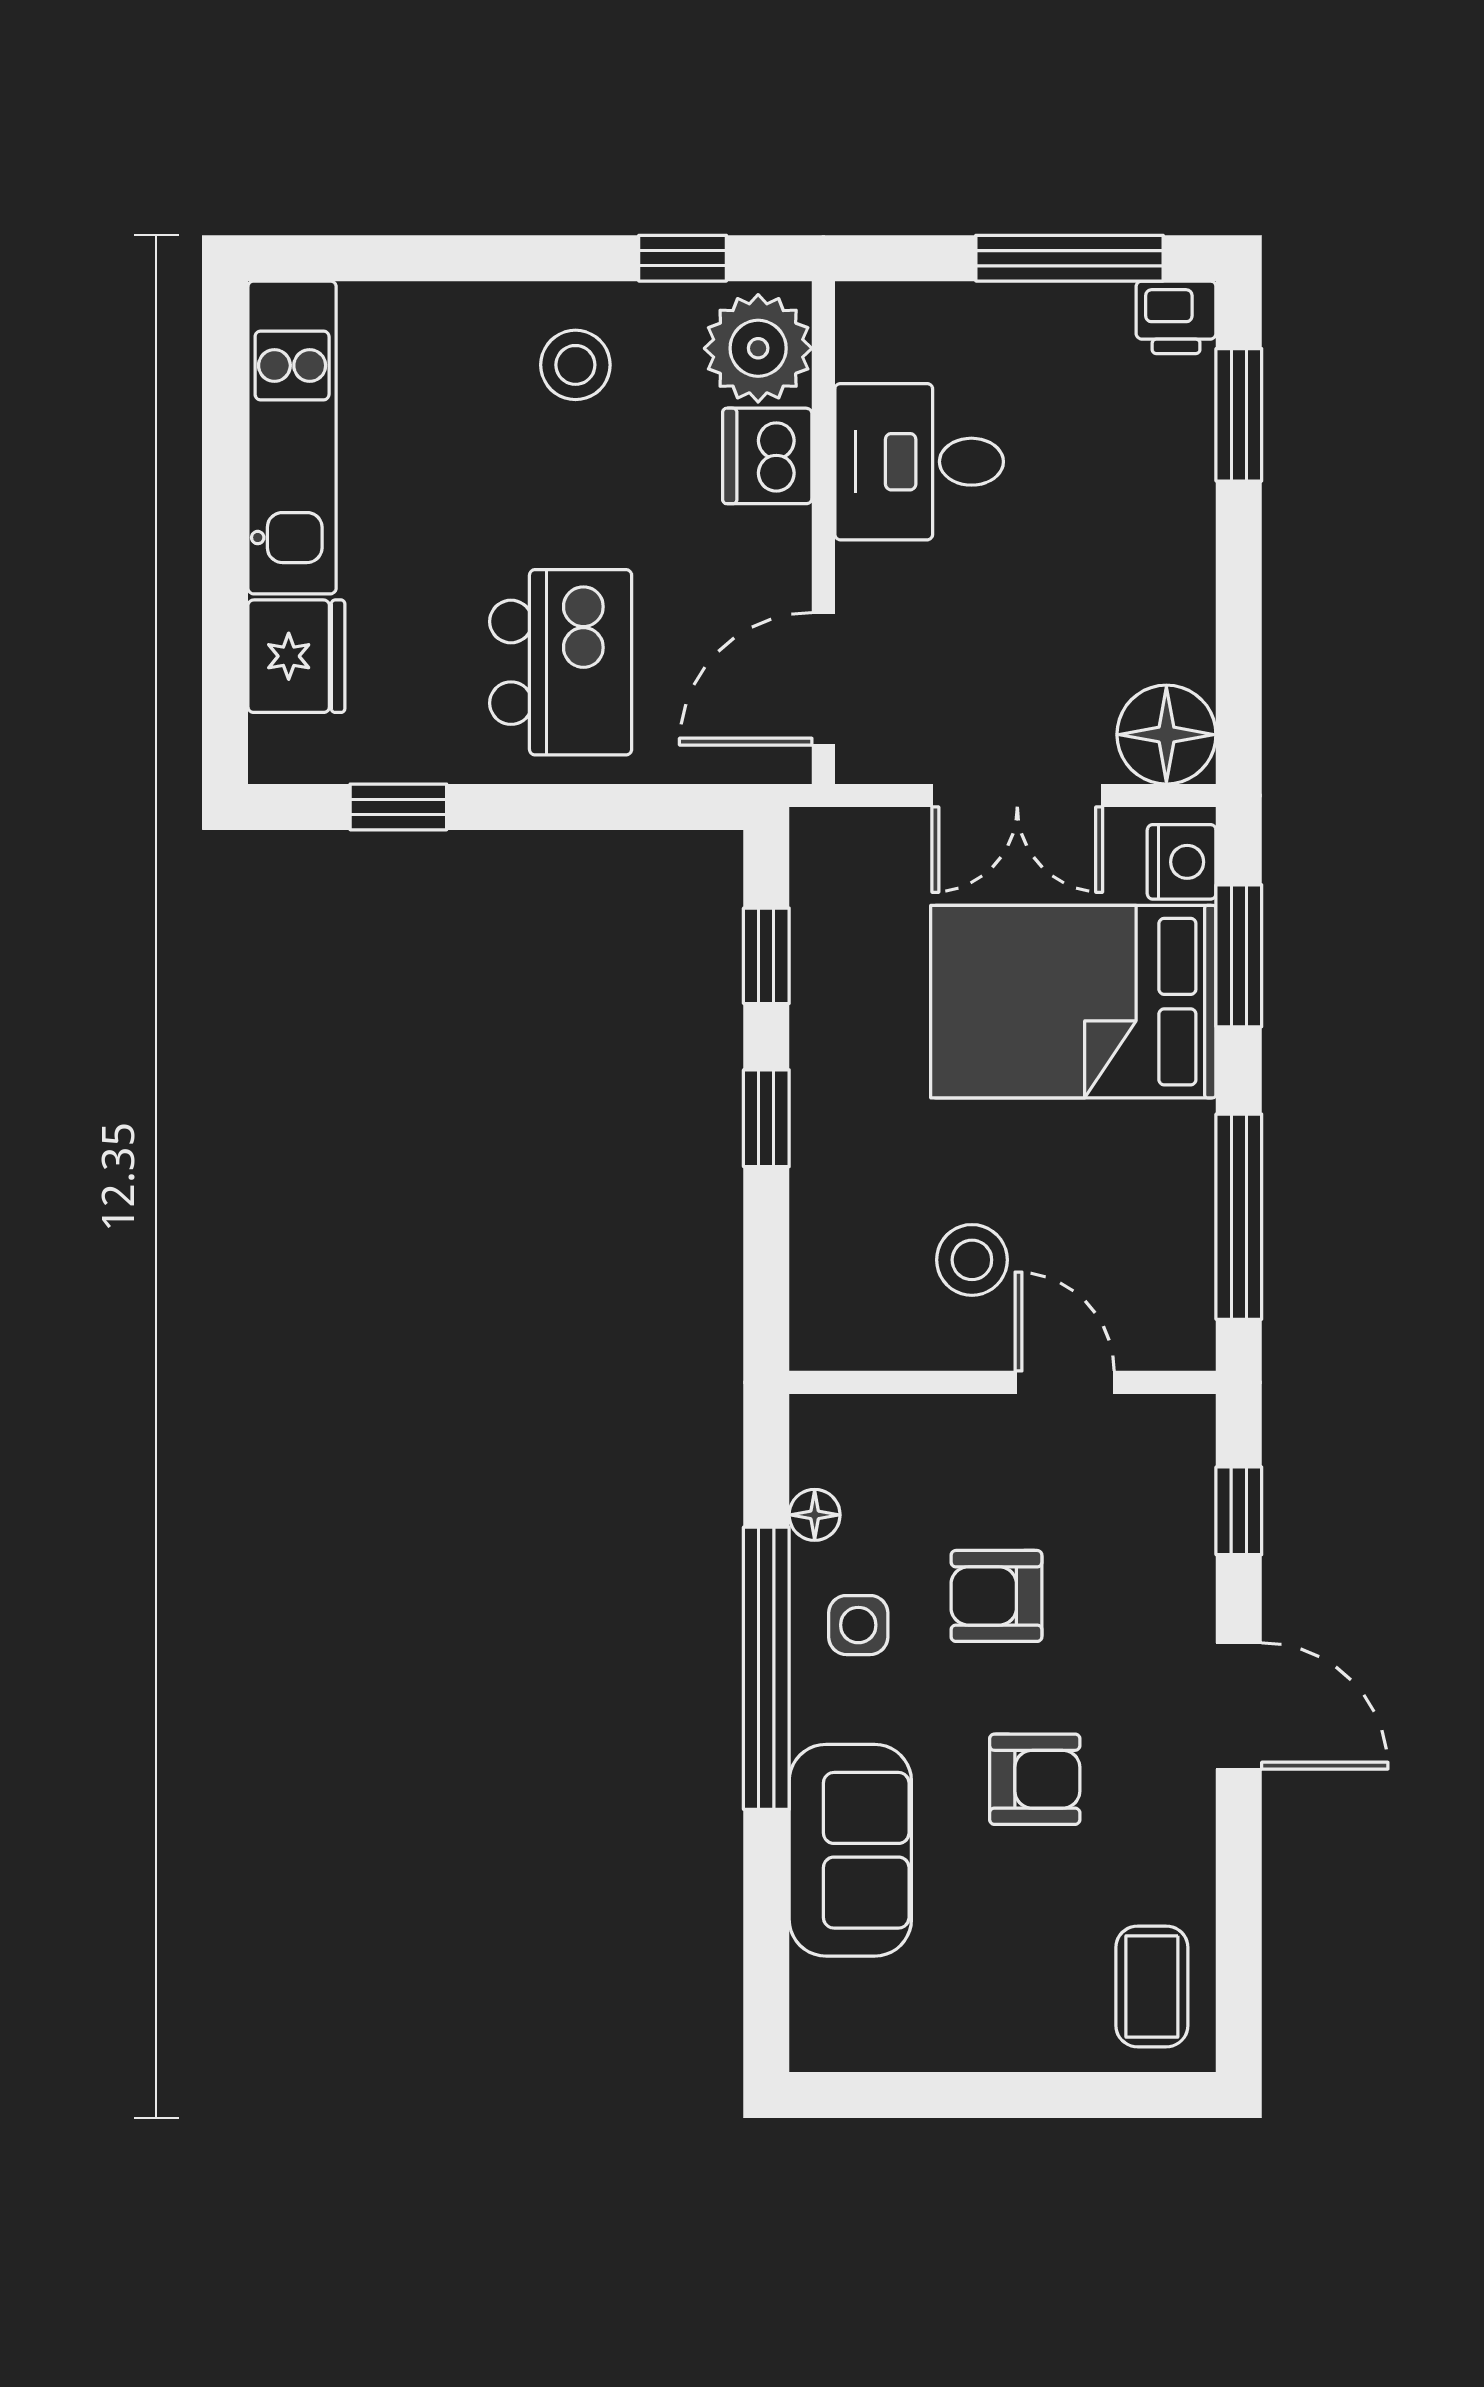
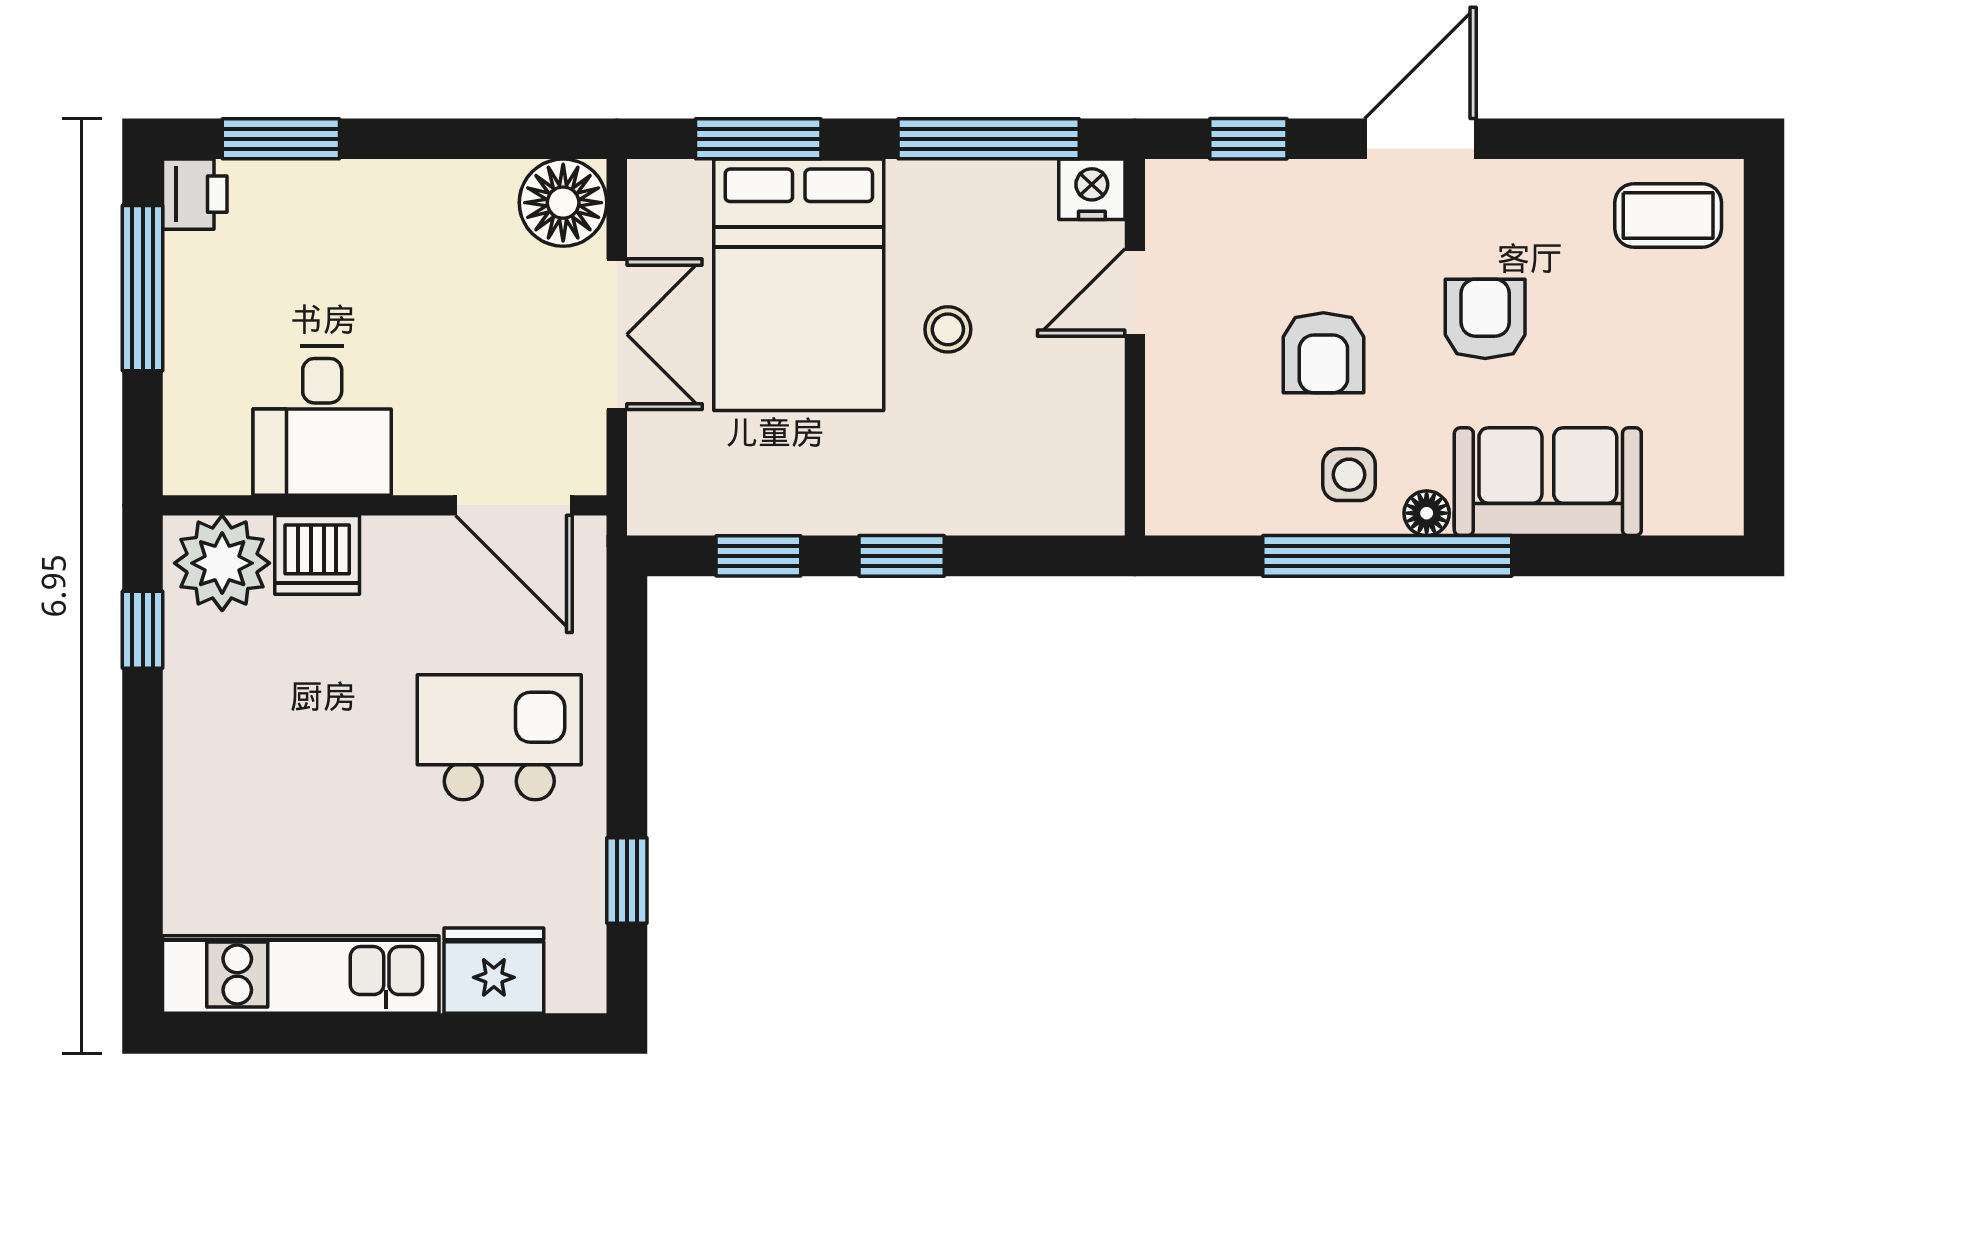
stool: (575, 365) -> (237, 724), removed
nightstand: (1182, 862) -> (1092, 189), moved
stool: (972, 1260) -> (948, 329), moved, width x0.73, depth x0.73
floor lamp: (815, 1515) -> (1427, 513), moved

